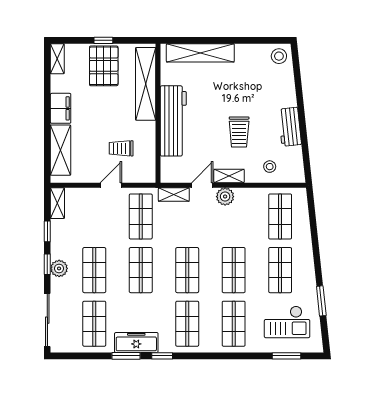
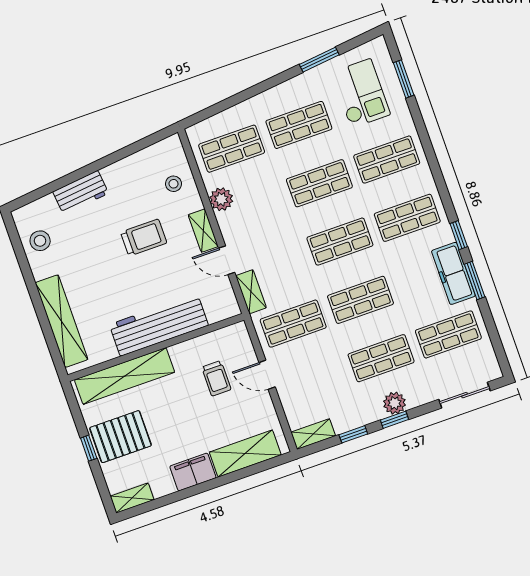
stool: (279, 56) -> (40, 241), moved
workbench: (290, 127) -> (81, 192), moved
plant: (225, 197) -> (221, 199), moved
sliding door: (47, 320) -> (465, 395), width x0.73

